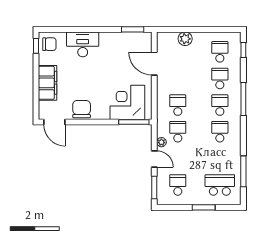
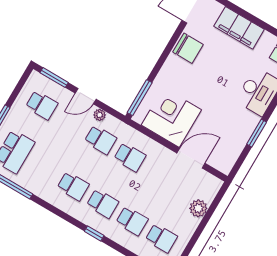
window: (133, 29) -> (257, 133), moved
window: (243, 99) -> (94, 233), width x0.46
corner desk: (127, 102) -> (171, 117), moved, turned -90

